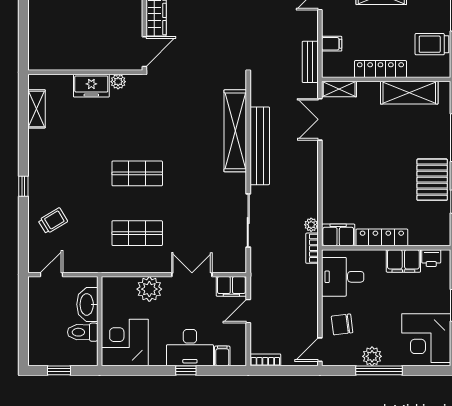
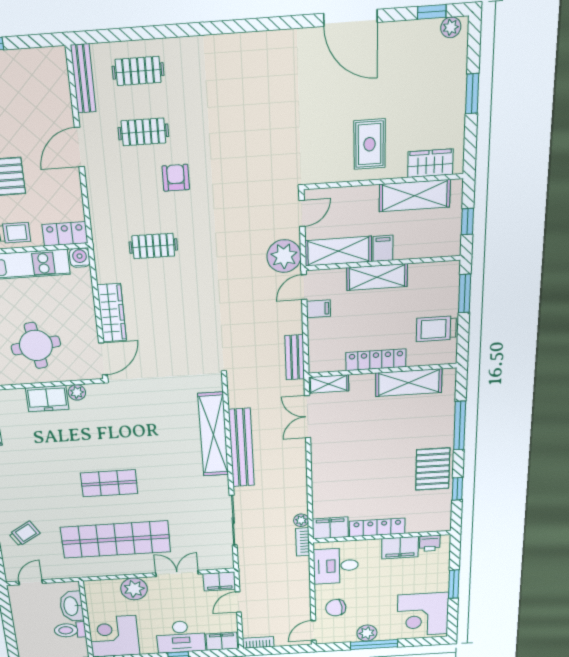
round table: (88, 35) -> (36, 345), added
filing cabinet: (332, 44) -> (319, 309), moved
shop shelf: (137, 233) -> (116, 539), width x2.00, depth x1.36
filing cabinet: (222, 356) -> (222, 641), width x2.00

